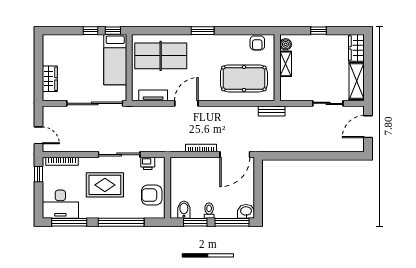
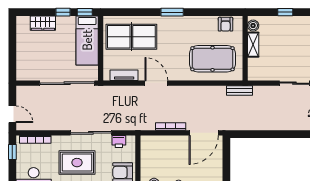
wardrobe: (50, 79) -> (43, 23), moved, turned 90
door: (186, 103) -> (156, 83), hinge flipped

